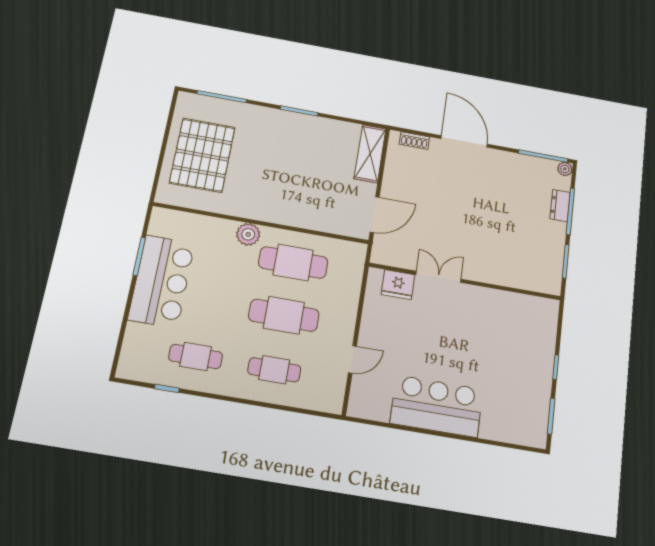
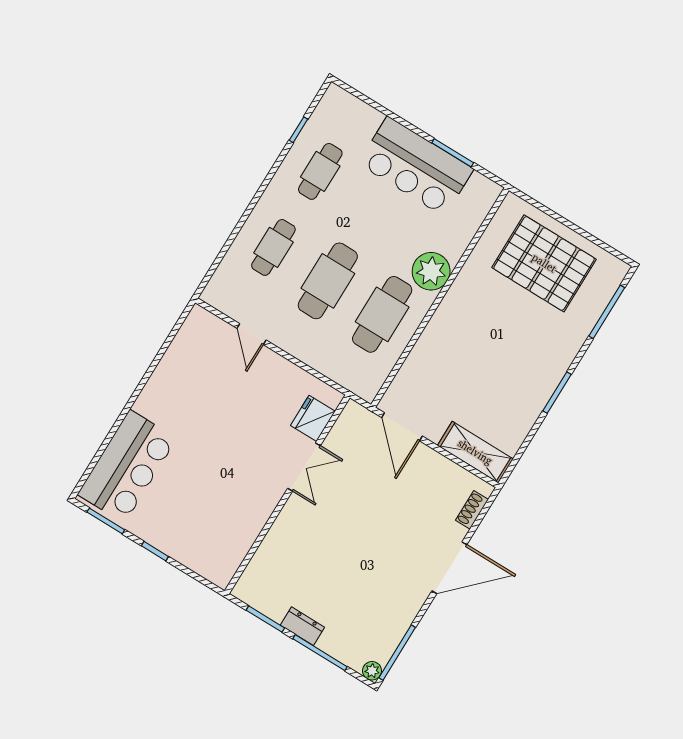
dresser: (560, 206) -> (302, 626), moved
plant: (248, 234) -> (431, 271), width x1.36, depth x1.36
bar counter: (437, 406) -> (127, 466), moved

